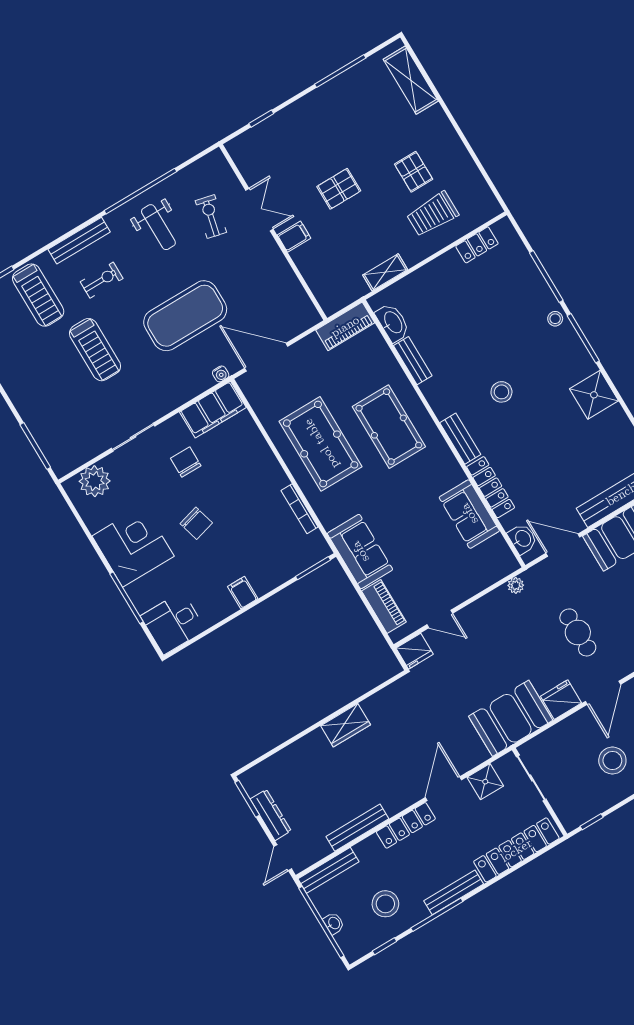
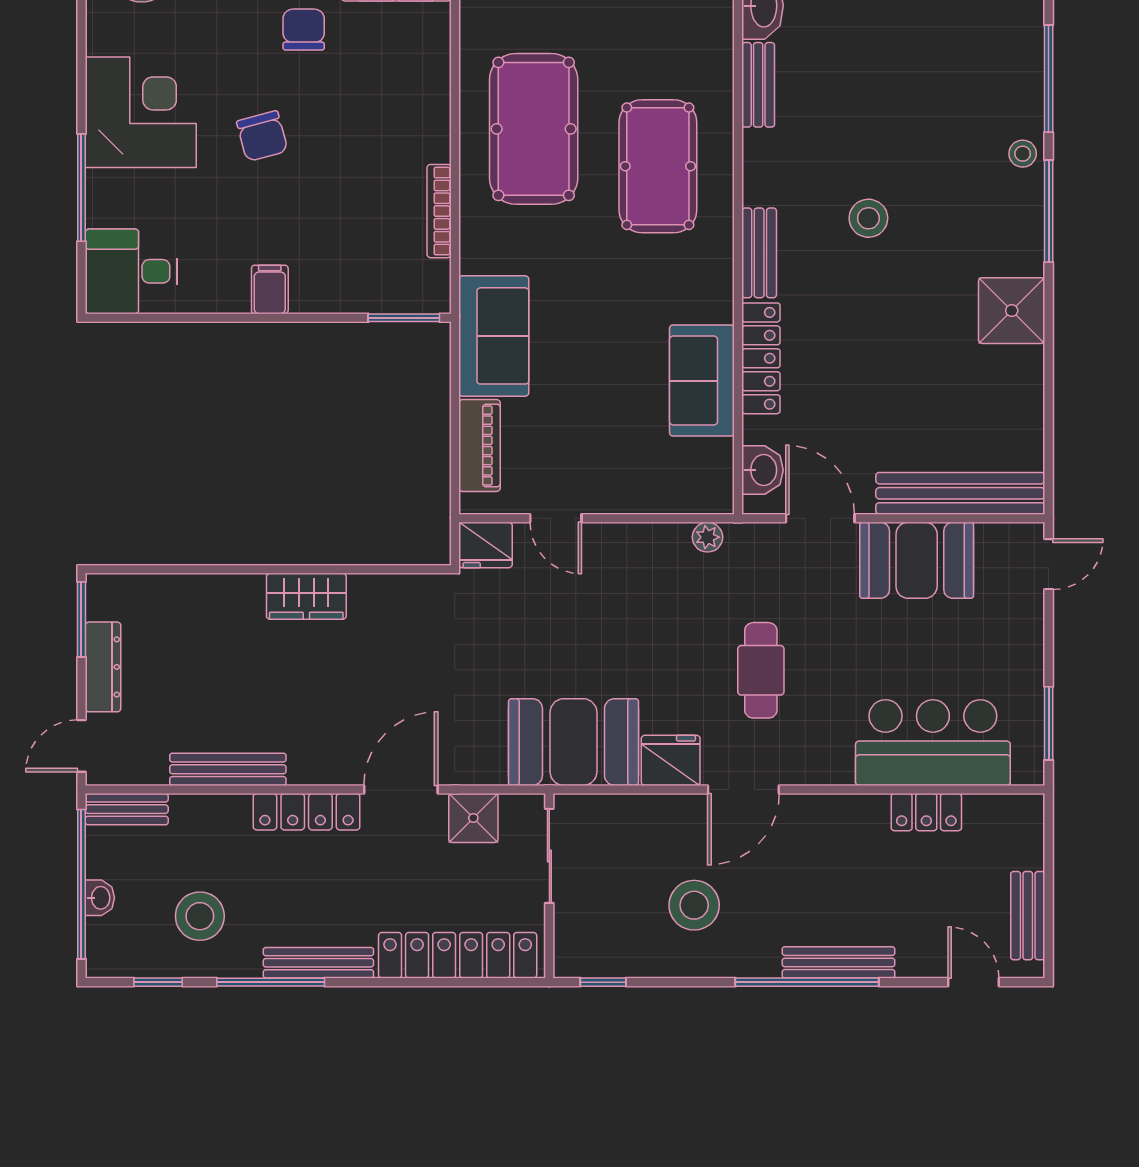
bench: (328, 870) -> (127, 809), width x0.73

